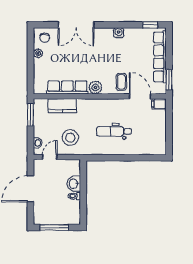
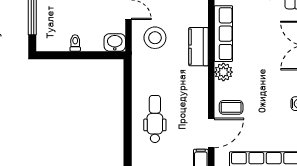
kitchen counter: (62, 106) -> (198, 47), moved
dental chair: (114, 131) -> (155, 119), moved
washbasin: (74, 184) -> (115, 42), moved

